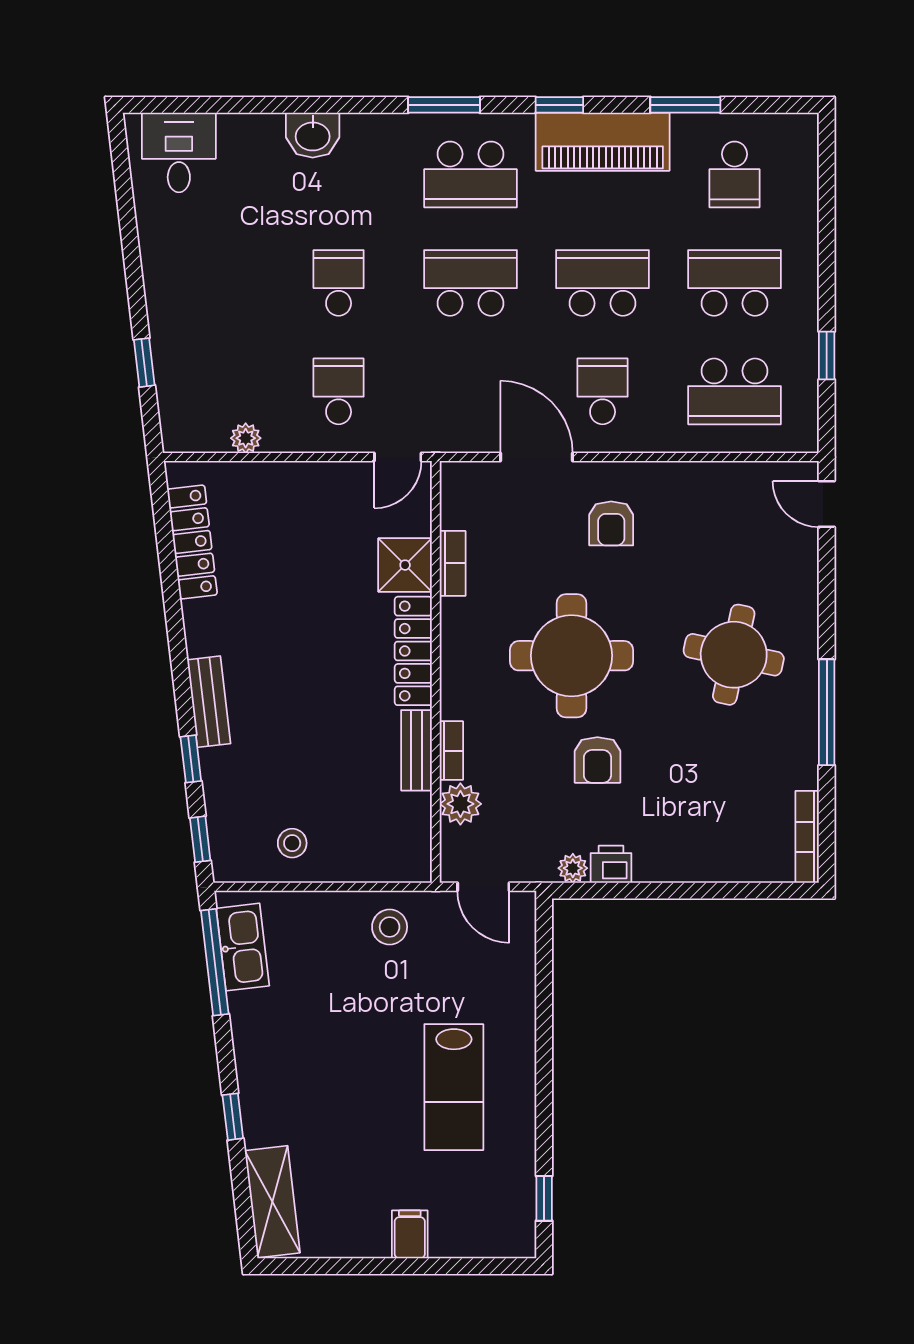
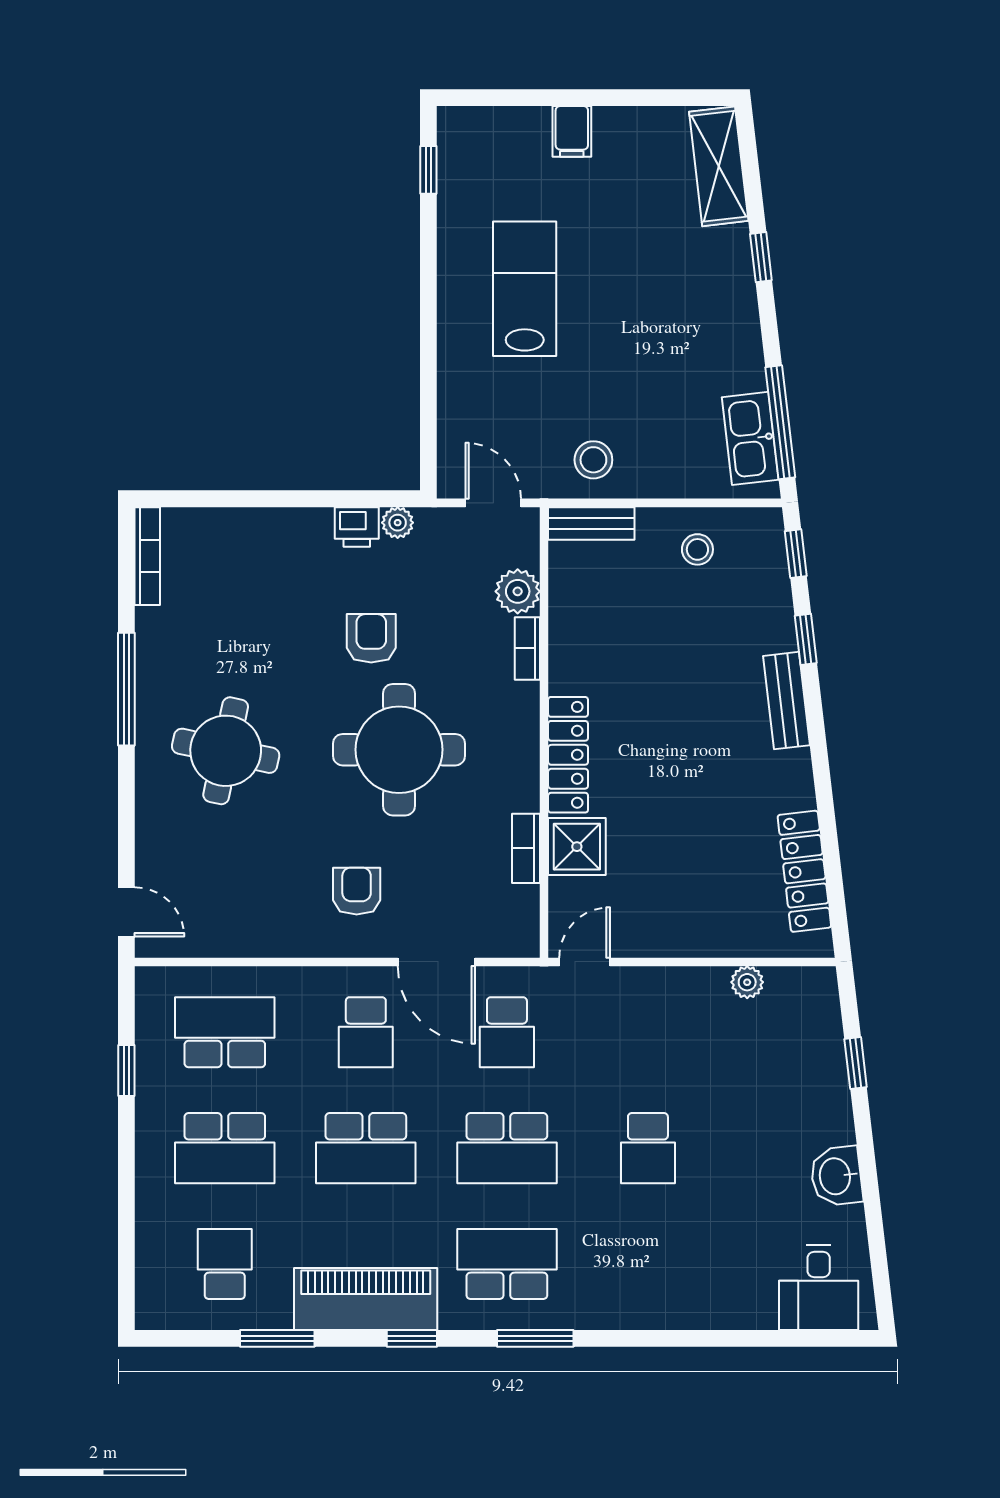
washbasin: (313, 135) -> (836, 1176), moved, turned -97
school desk: (339, 391) -> (507, 1032), moved
bench: (416, 750) -> (591, 523), moved, turned 90

